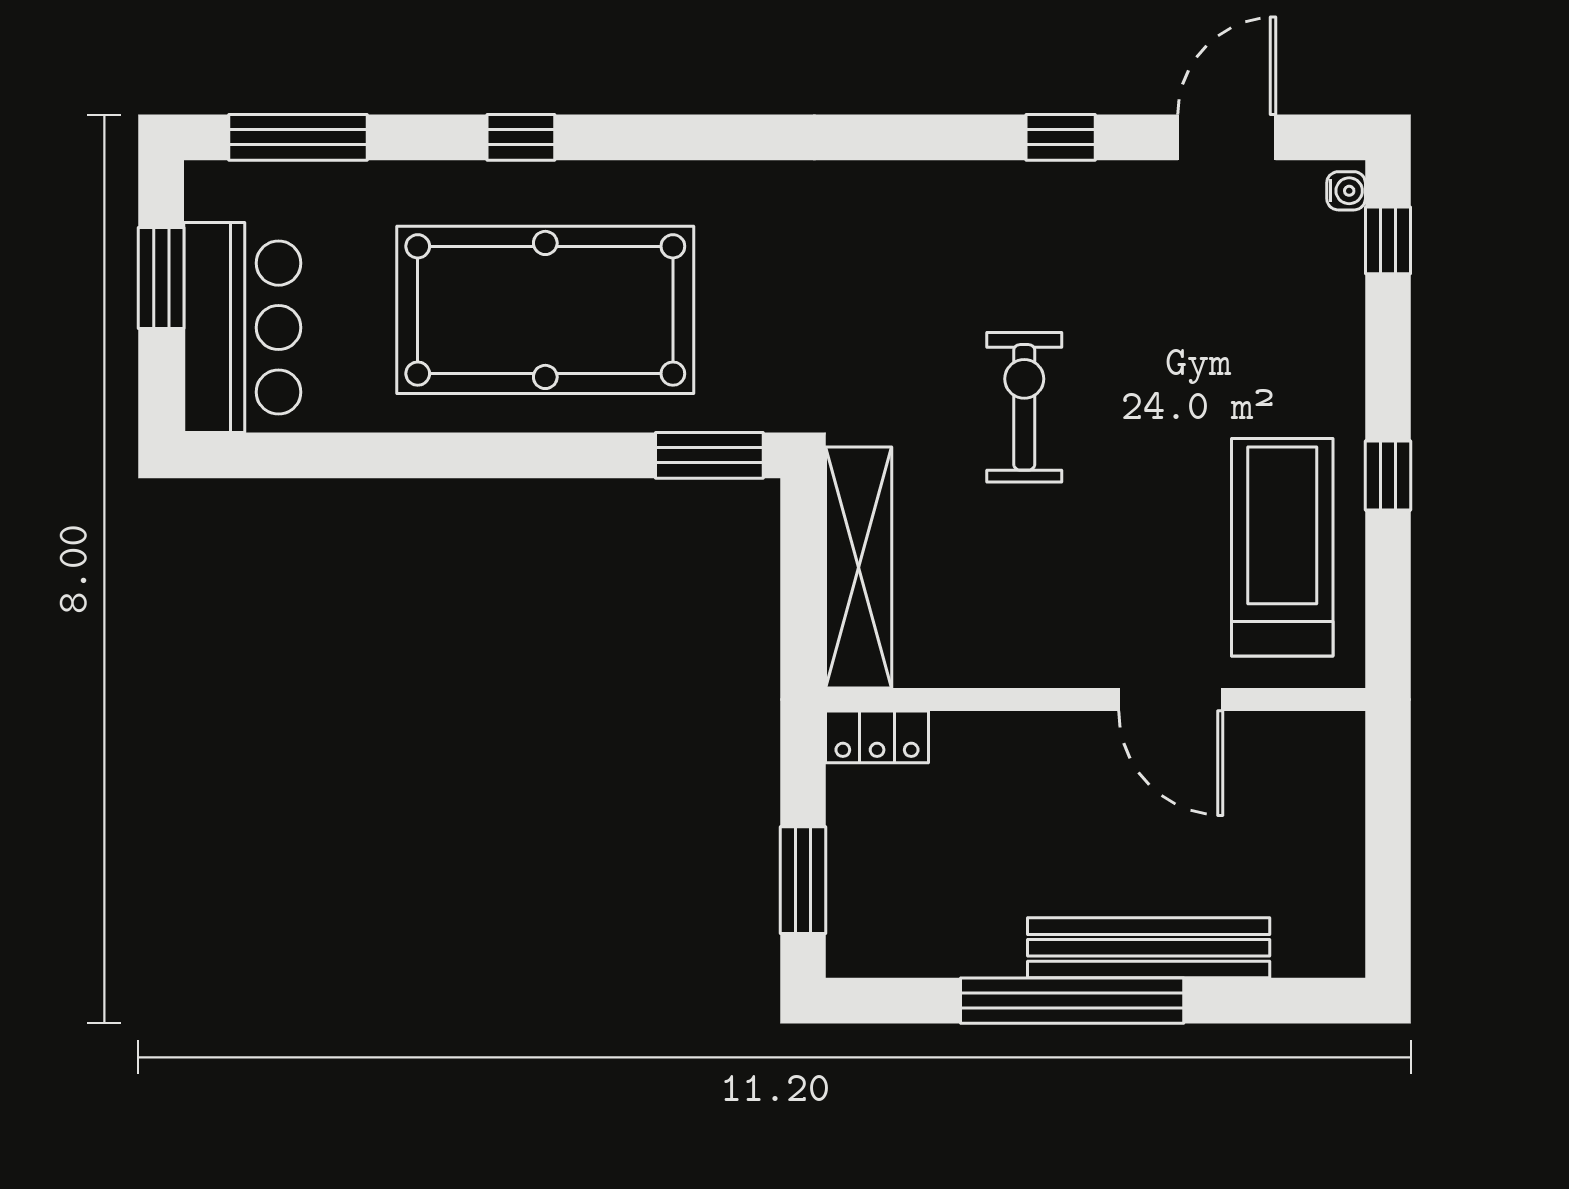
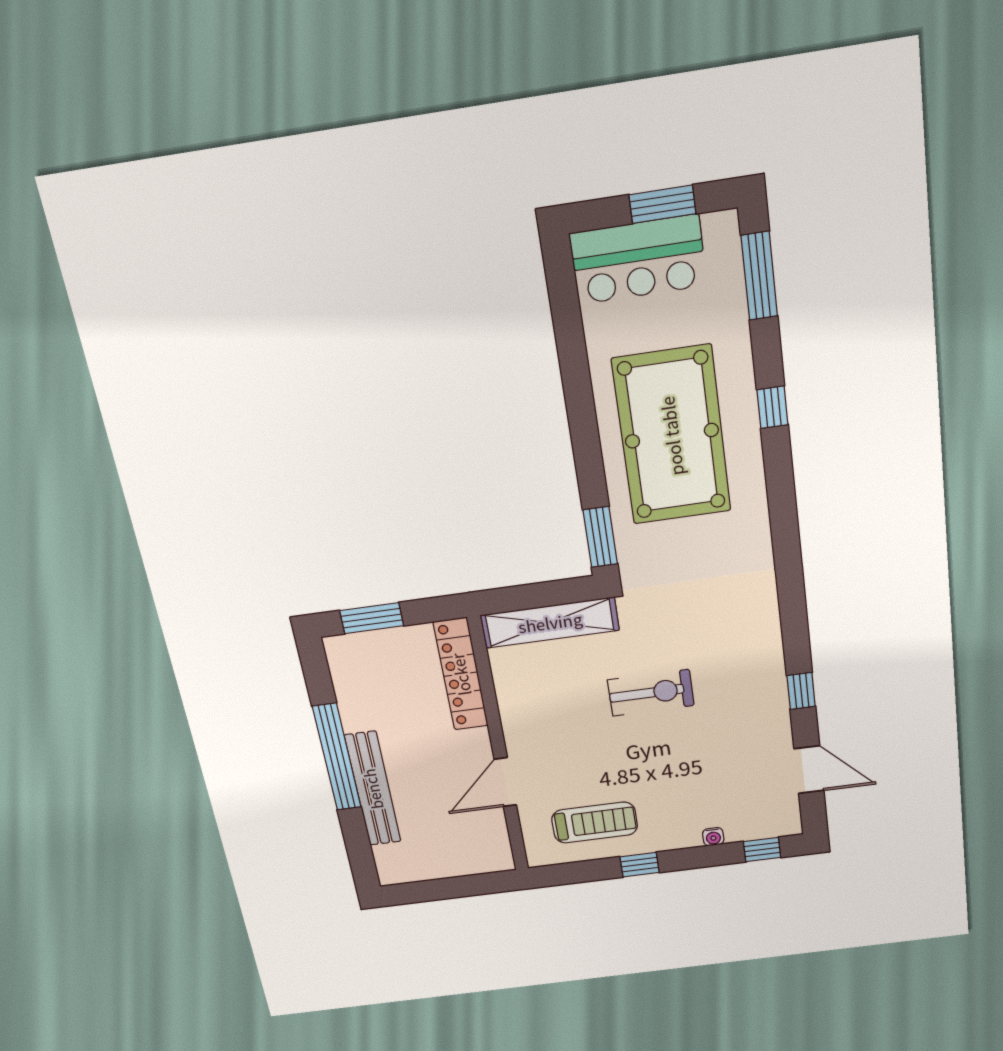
water cooler: (1346, 191) -> (713, 837), moved
treadmill: (1282, 547) -> (595, 823), width x0.73, depth x0.73
locker: (877, 737) -> (461, 674), width x2.16, depth x1.21

